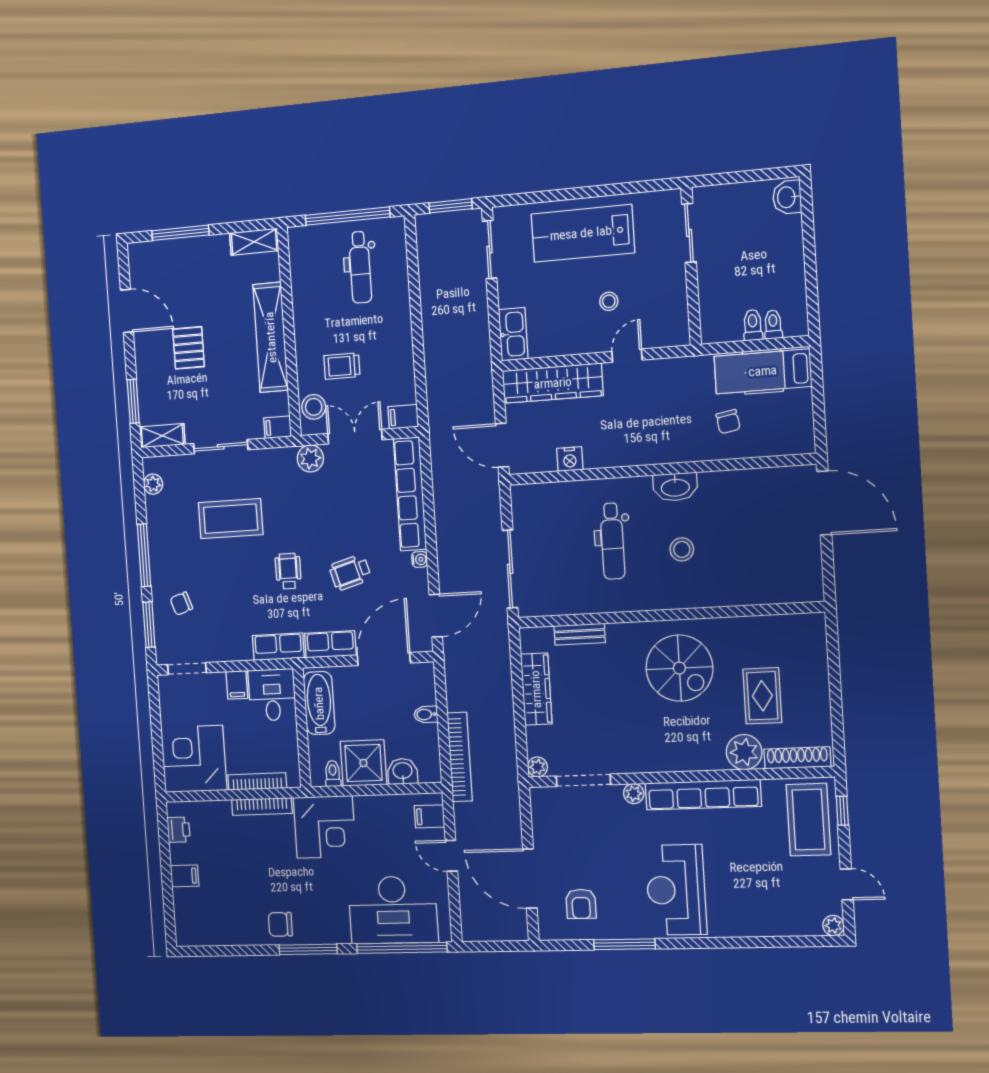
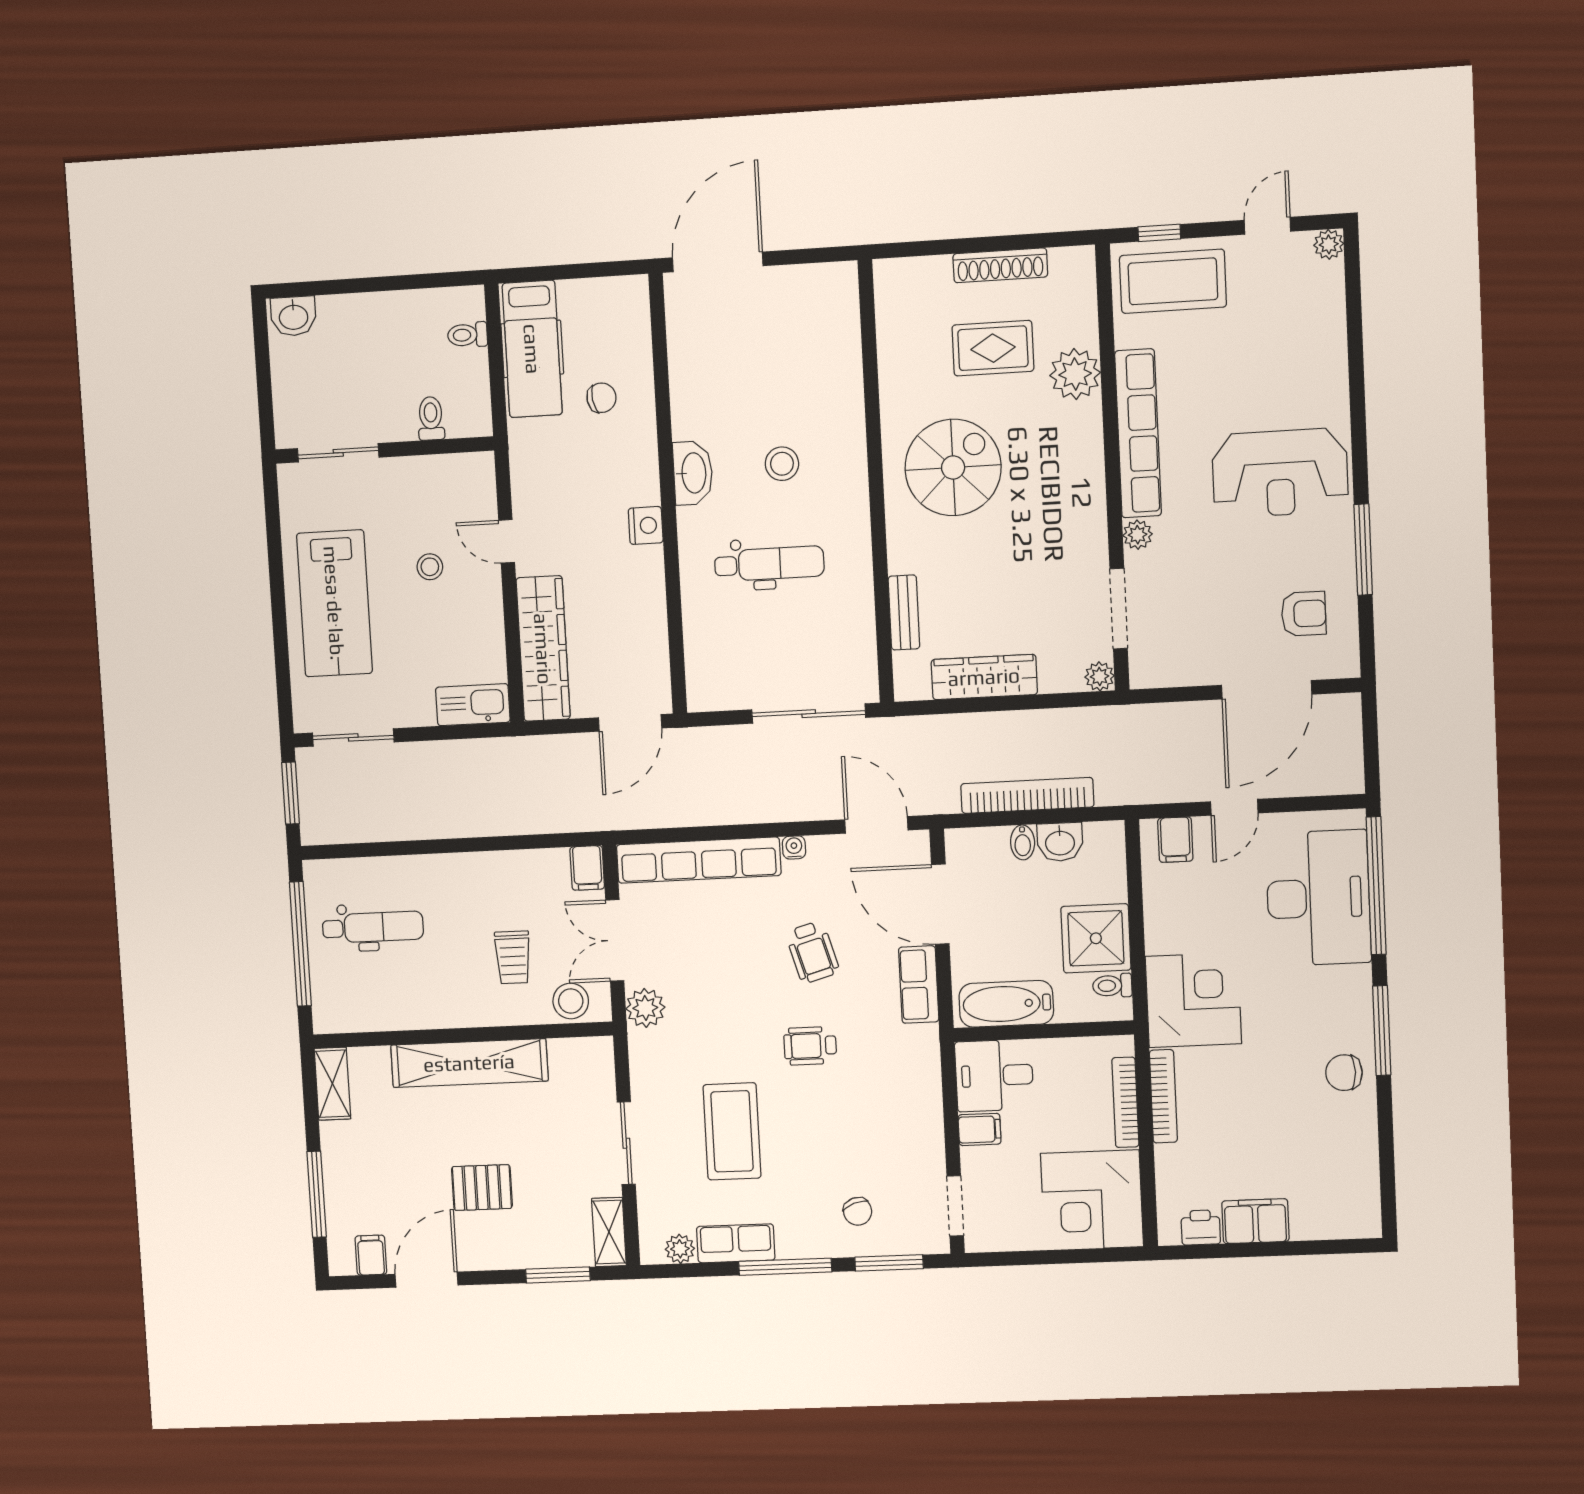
toilet: (753, 325) -> (431, 418), moved, turned 90
filing cabinet: (278, 427) -> (371, 1255), moved, turned 180
nightstand: (570, 459) -> (646, 525), moved
row of seats: (278, 647) -> (736, 1243), moved, turned 90
bookcase: (460, 757) -> (1027, 795), moved
shoe rack: (797, 758) -> (1000, 265), moved, turned -90
washbasin: (403, 771) -> (1060, 842), moved, turned -90
filing cabinet: (185, 876) -> (1255, 1221), width x2.00
chair: (280, 924) -> (1344, 1073), turned 90

